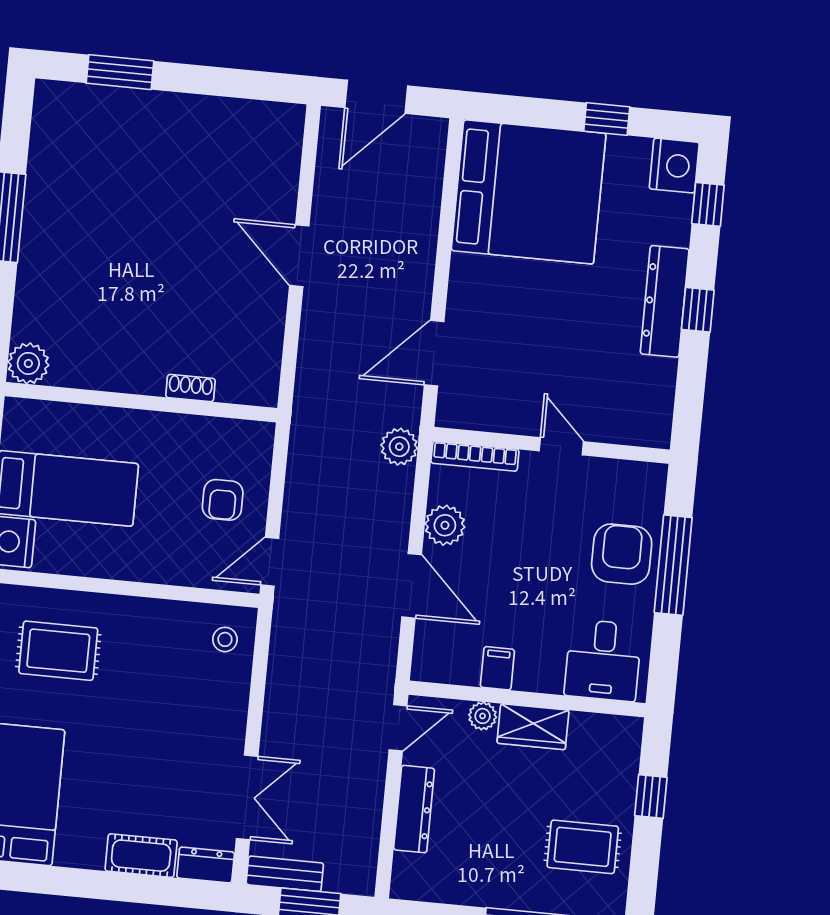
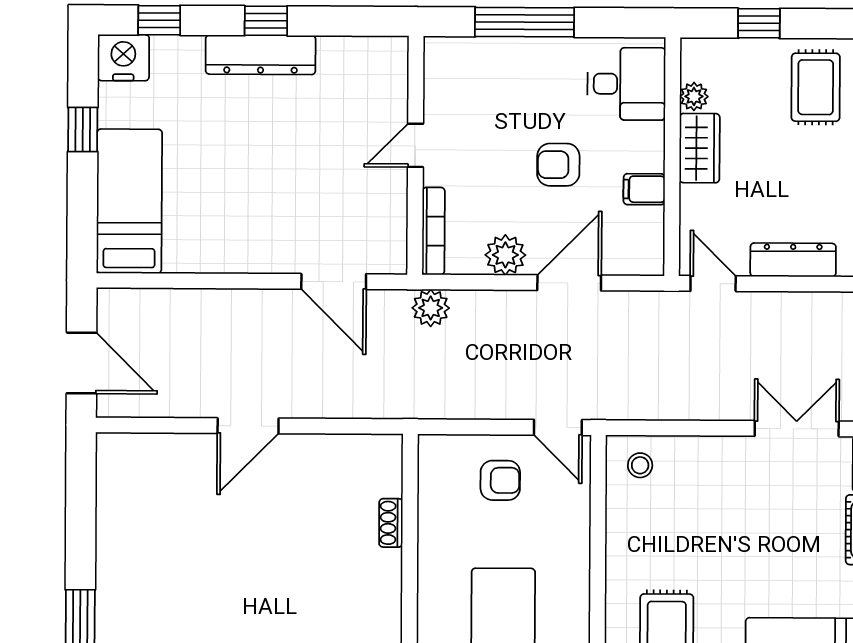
bed: (529, 192) -> (129, 201), width x0.49
armchair: (622, 554) -> (558, 165), moved, width x0.72, depth x0.72
plant: (483, 716) -> (694, 96), moved

